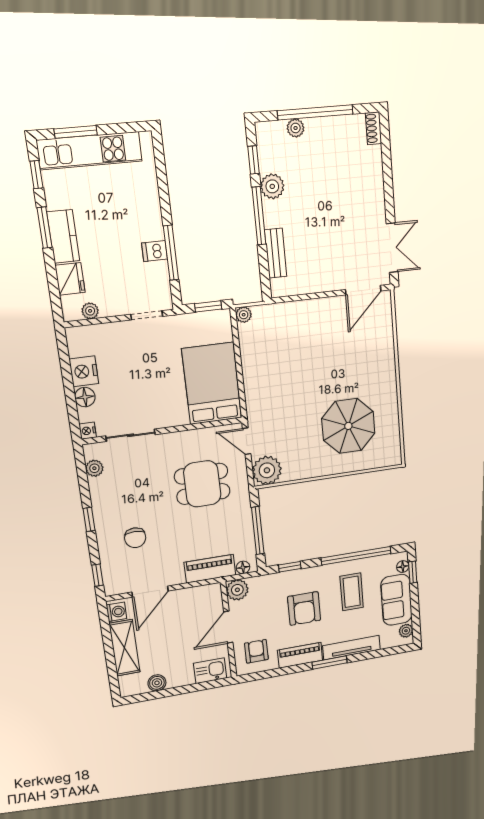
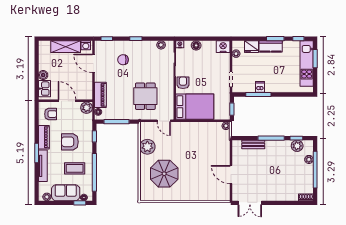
plant: (272, 186) -> (297, 146), moved
door: (363, 290) -> (231, 175), moved
nightstand: (84, 371) -> (223, 47), moved
armchair: (166, 414) -> (183, 83), added
door: (247, 441) -> (164, 121), swing flipped
plant: (267, 470) -> (147, 147), moved
boiler: (157, 683) -> (43, 75), moved

